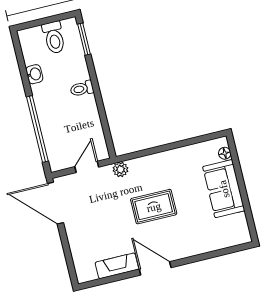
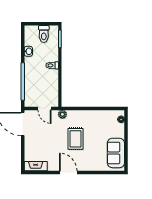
door: (87, 167) -> (45, 108), swing flipped
sofa: (224, 189) -> (116, 153), moved
rug: (154, 207) -> (76, 139), turned 90
fireplace: (117, 266) -> (36, 166), moved

